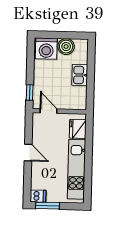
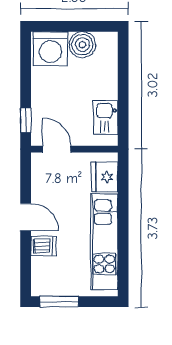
kitchen sink: (80, 75) -> (106, 117), moved
dishwasher: (38, 196) -> (44, 246), moved

